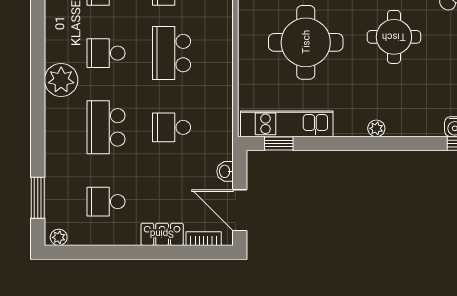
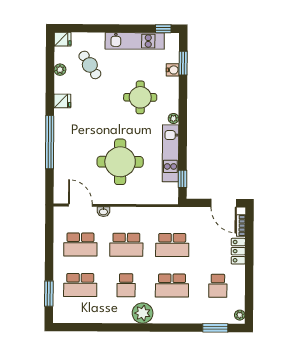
round table: (394, 37) -> (140, 97), moved
kitchen unit: (287, 124) -> (170, 153), moved
school desk: (172, 127) -> (172, 245), width x1.85
washbasin: (225, 171) -> (103, 212), moved
door: (240, 210) -> (224, 203), hinge flipped

